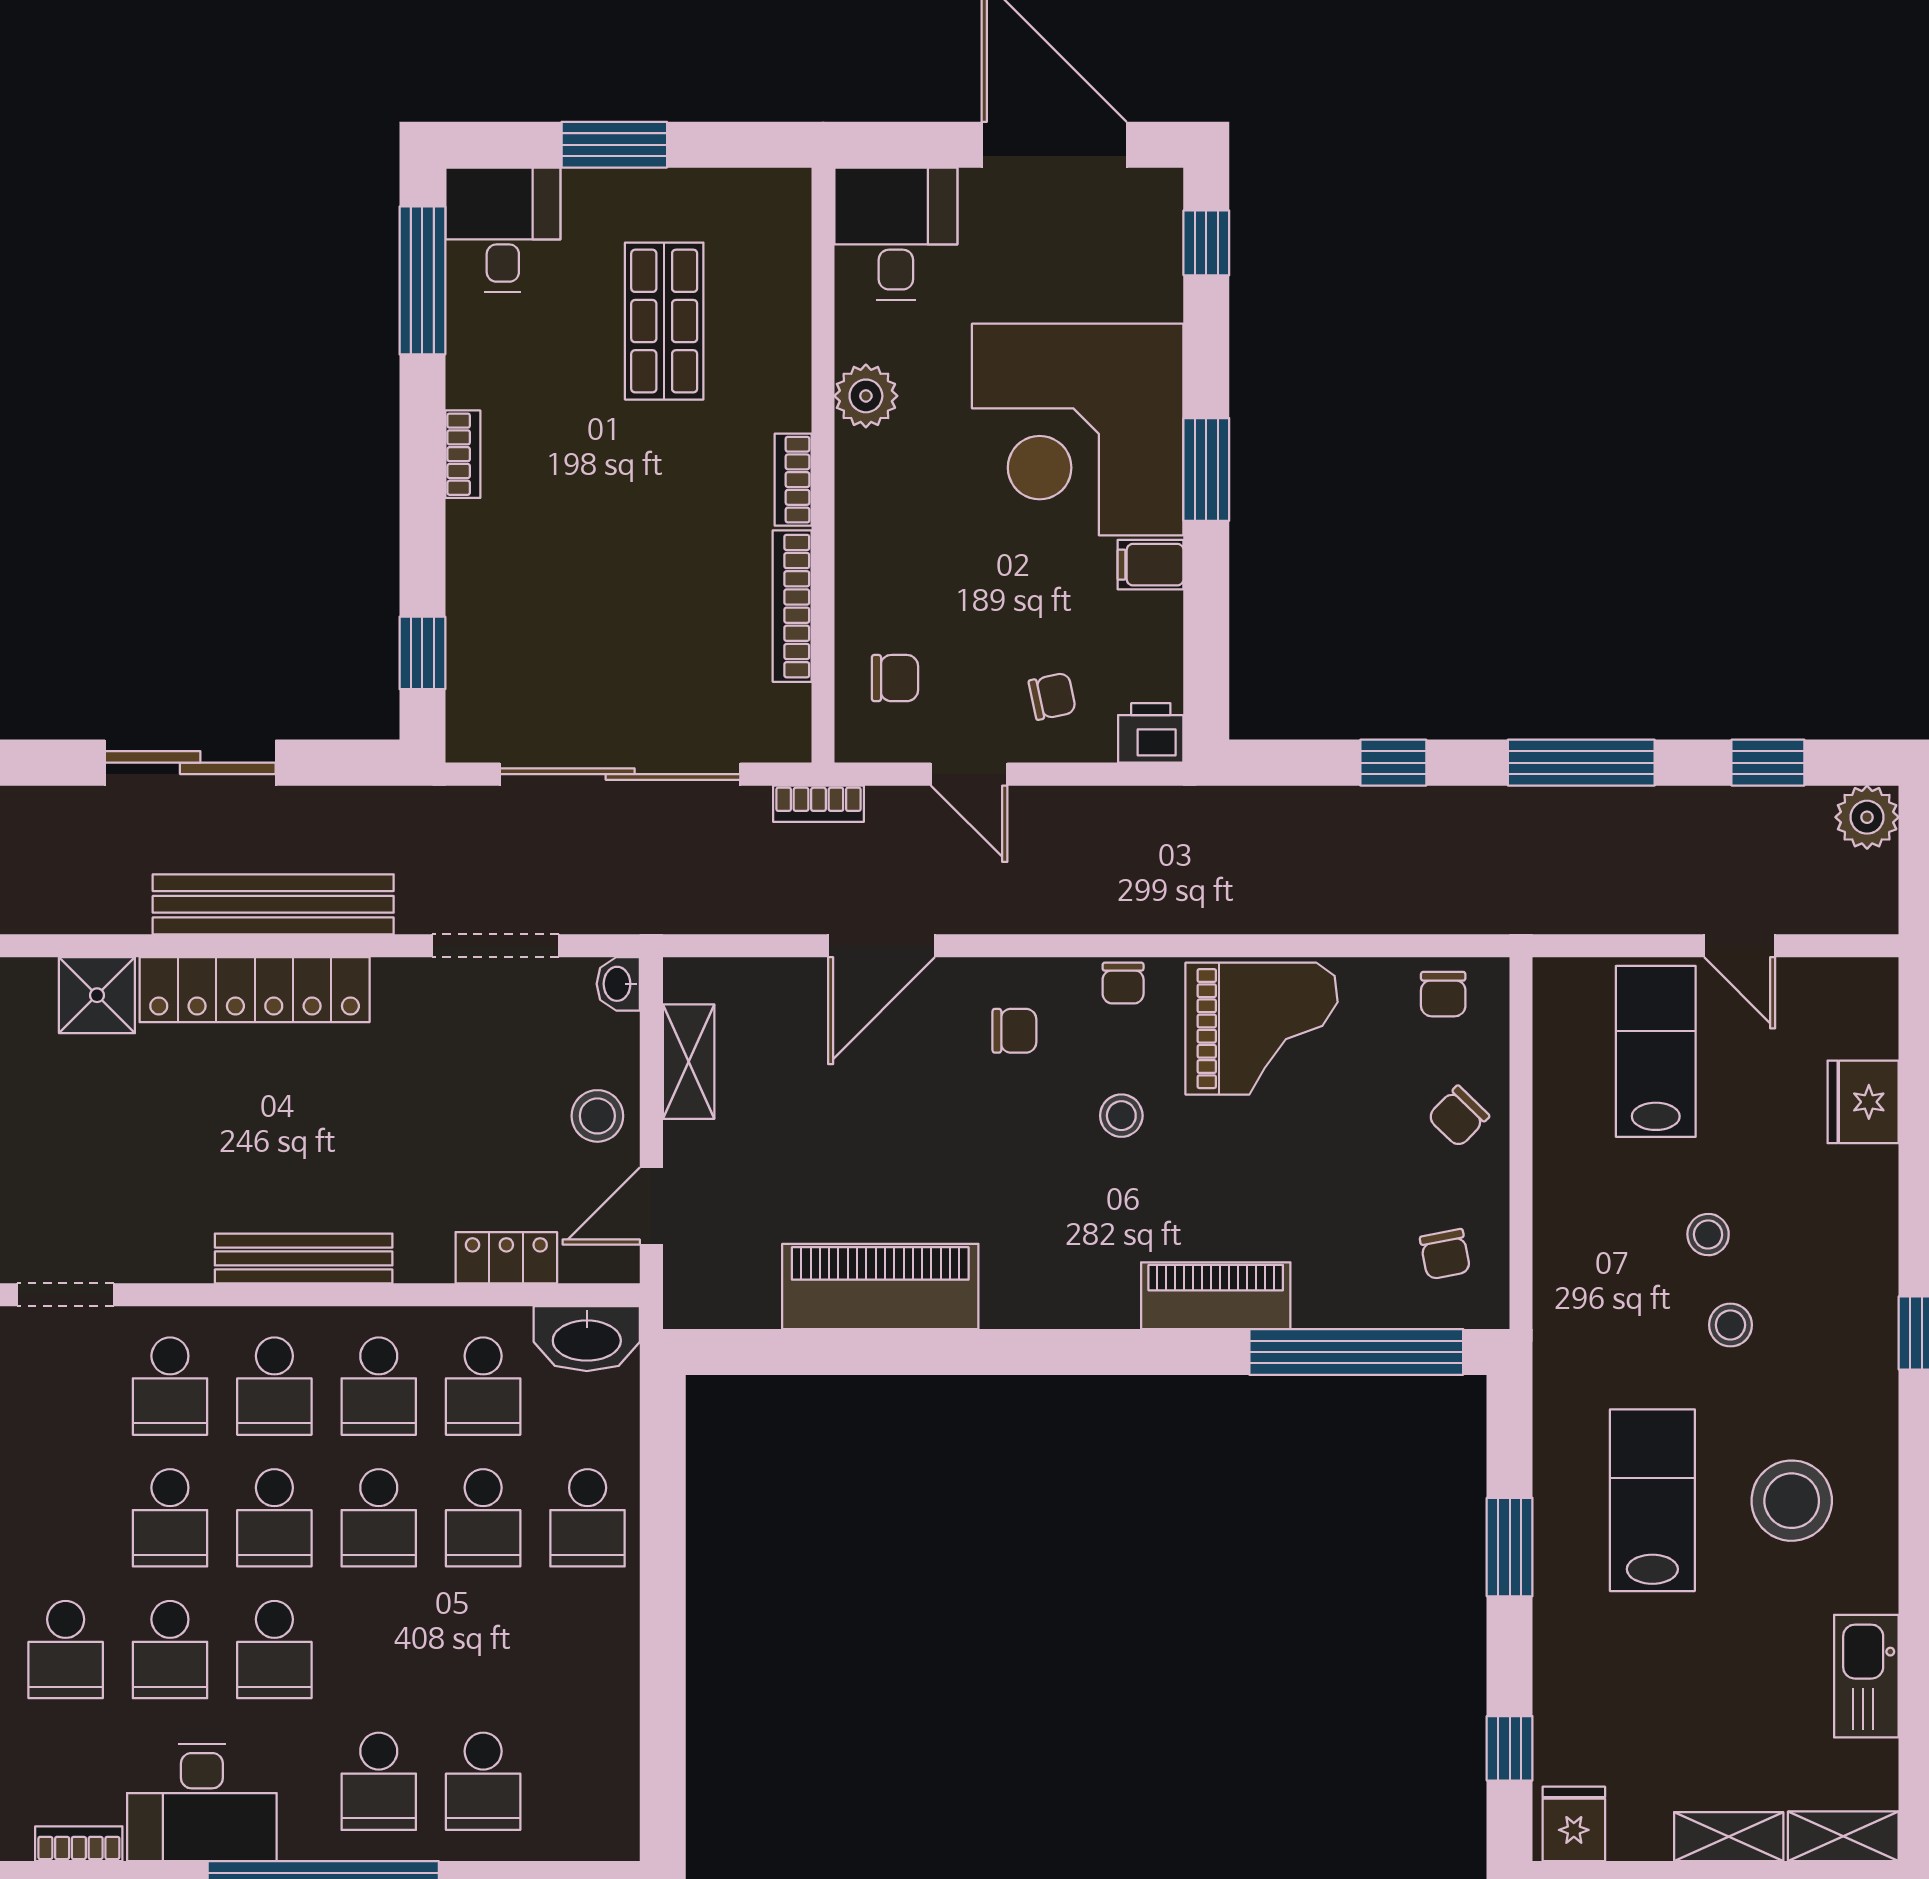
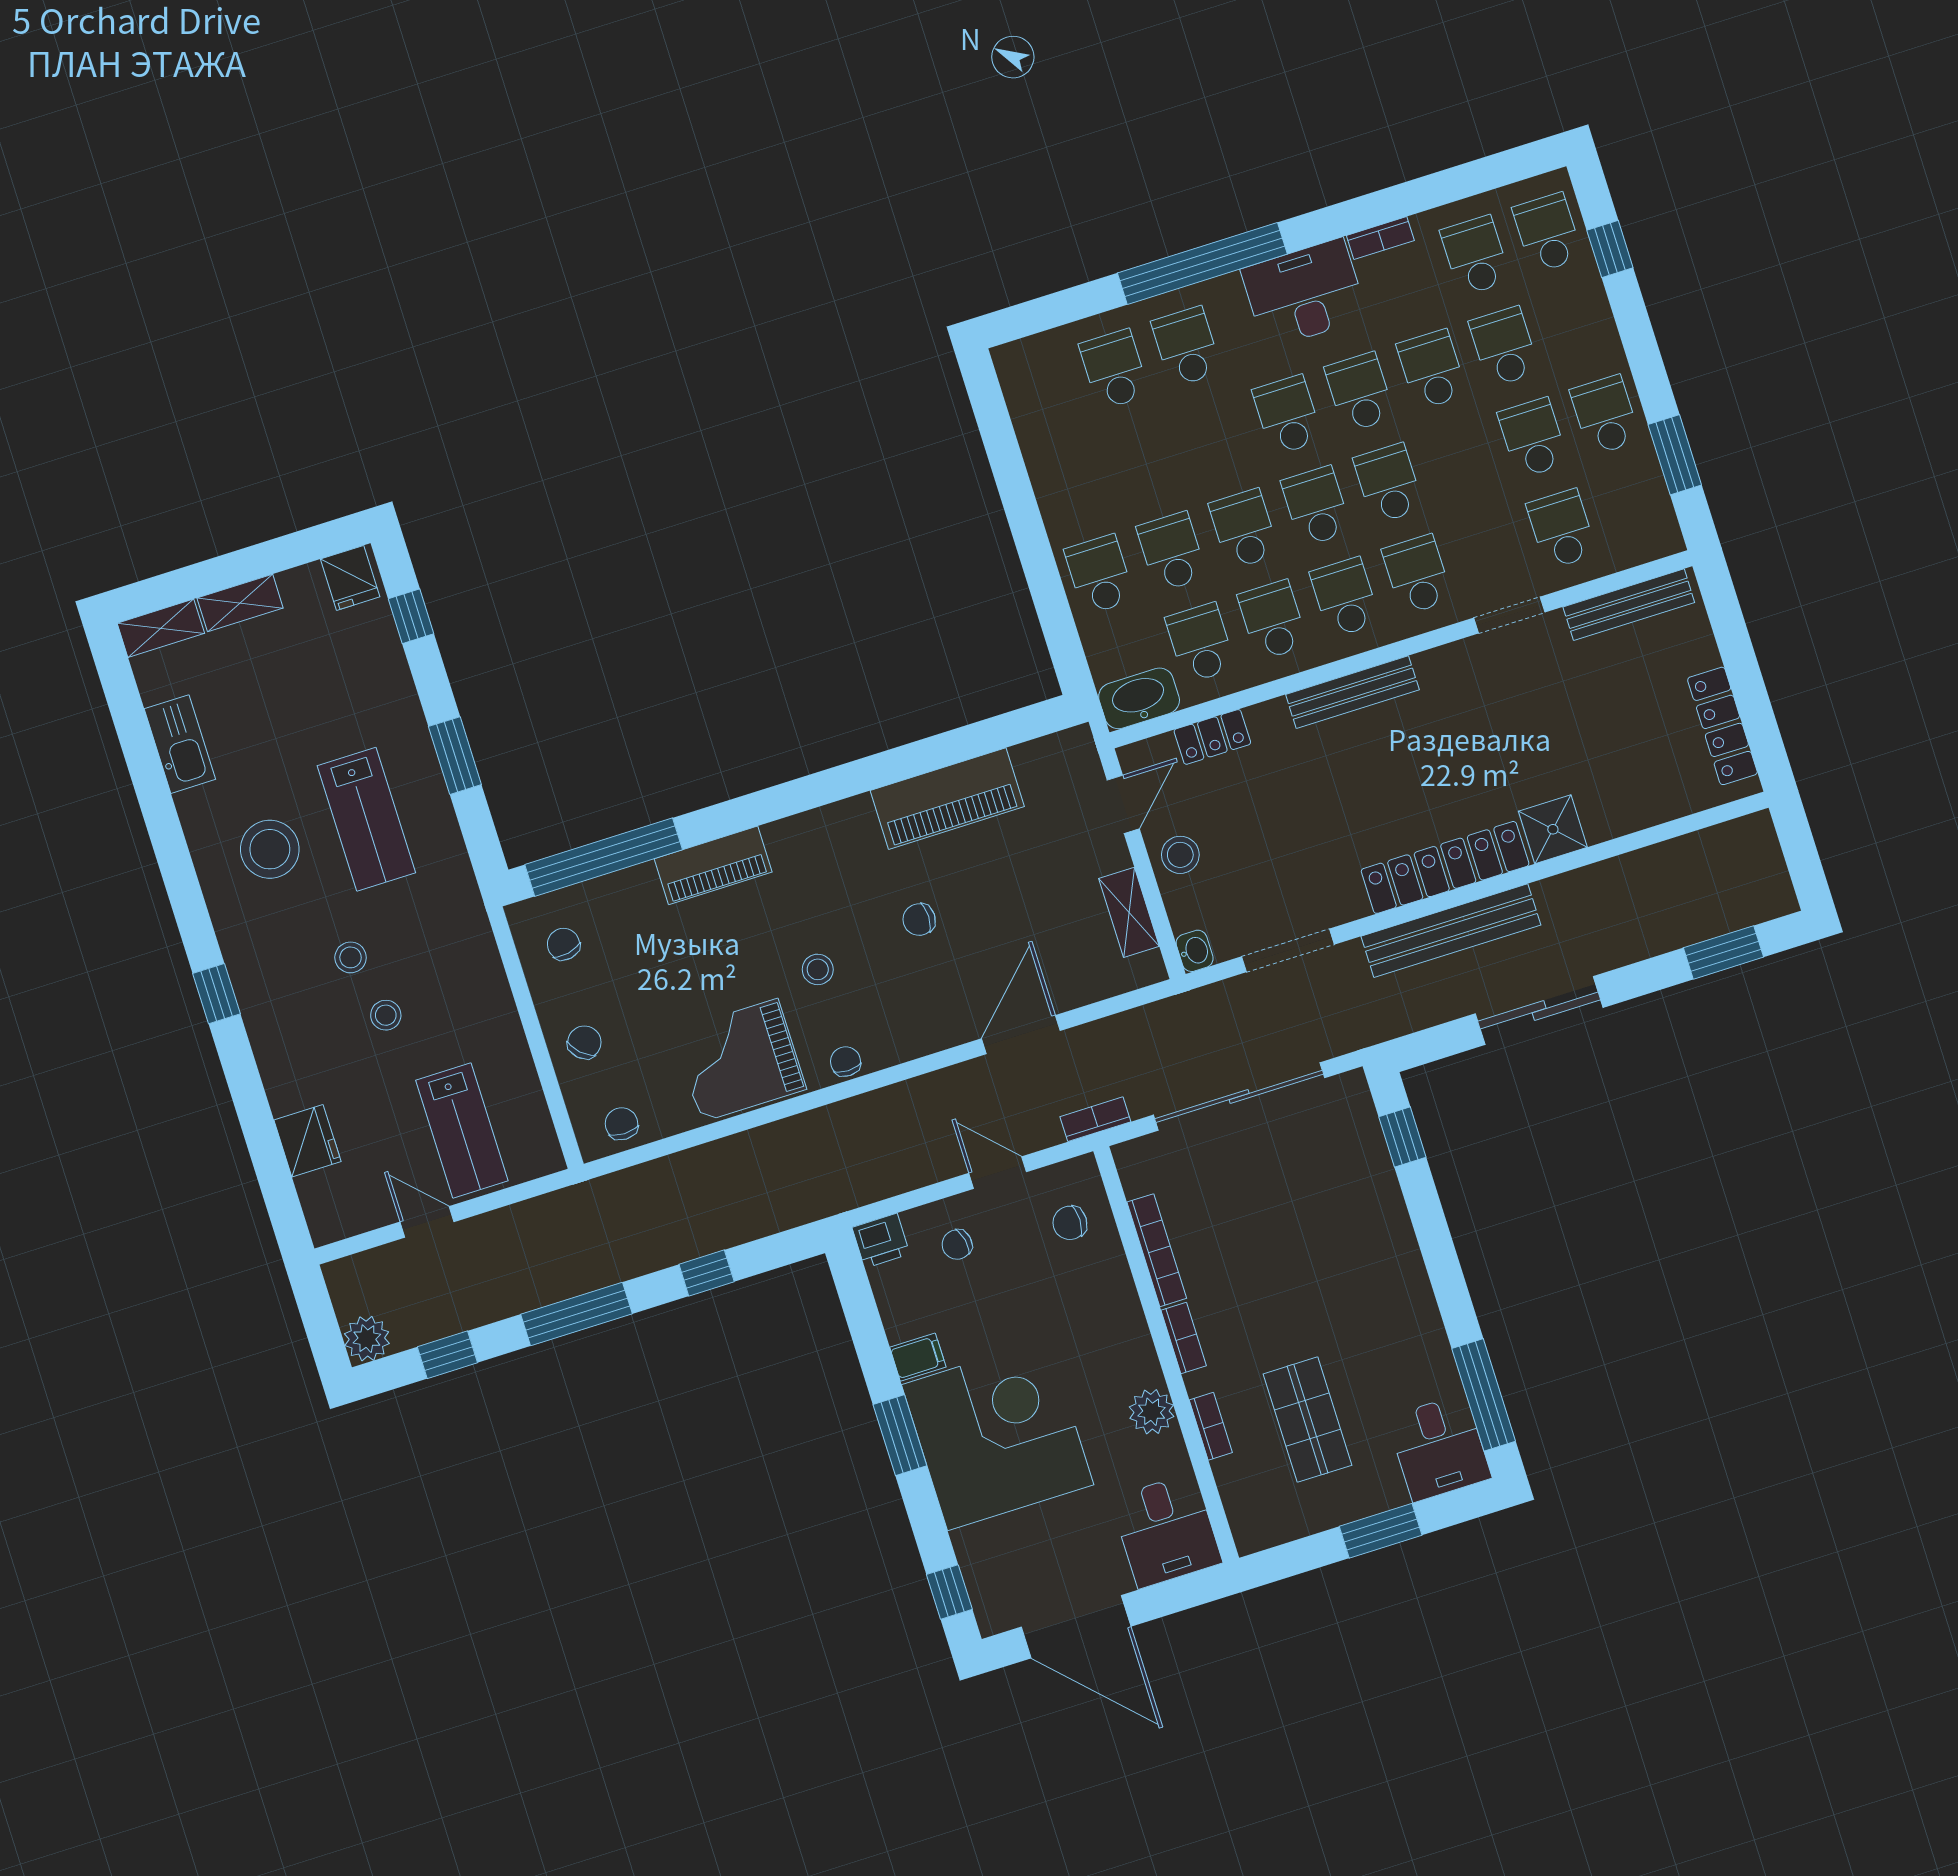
bookcase: (463, 454) -> (1211, 1426), moved, turned 180
chair: (1014, 1031) -> (919, 920), moved

